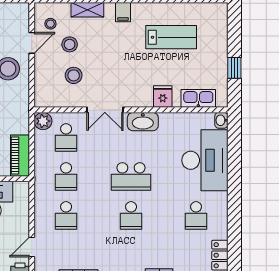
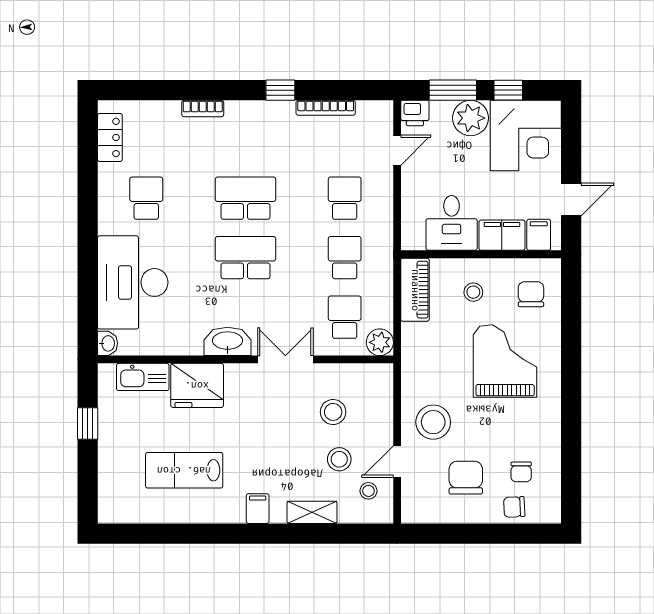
fridge: (163, 96) -> (197, 385), width x1.88, depth x1.34
school desk: (131, 215) -> (245, 198), width x1.85

